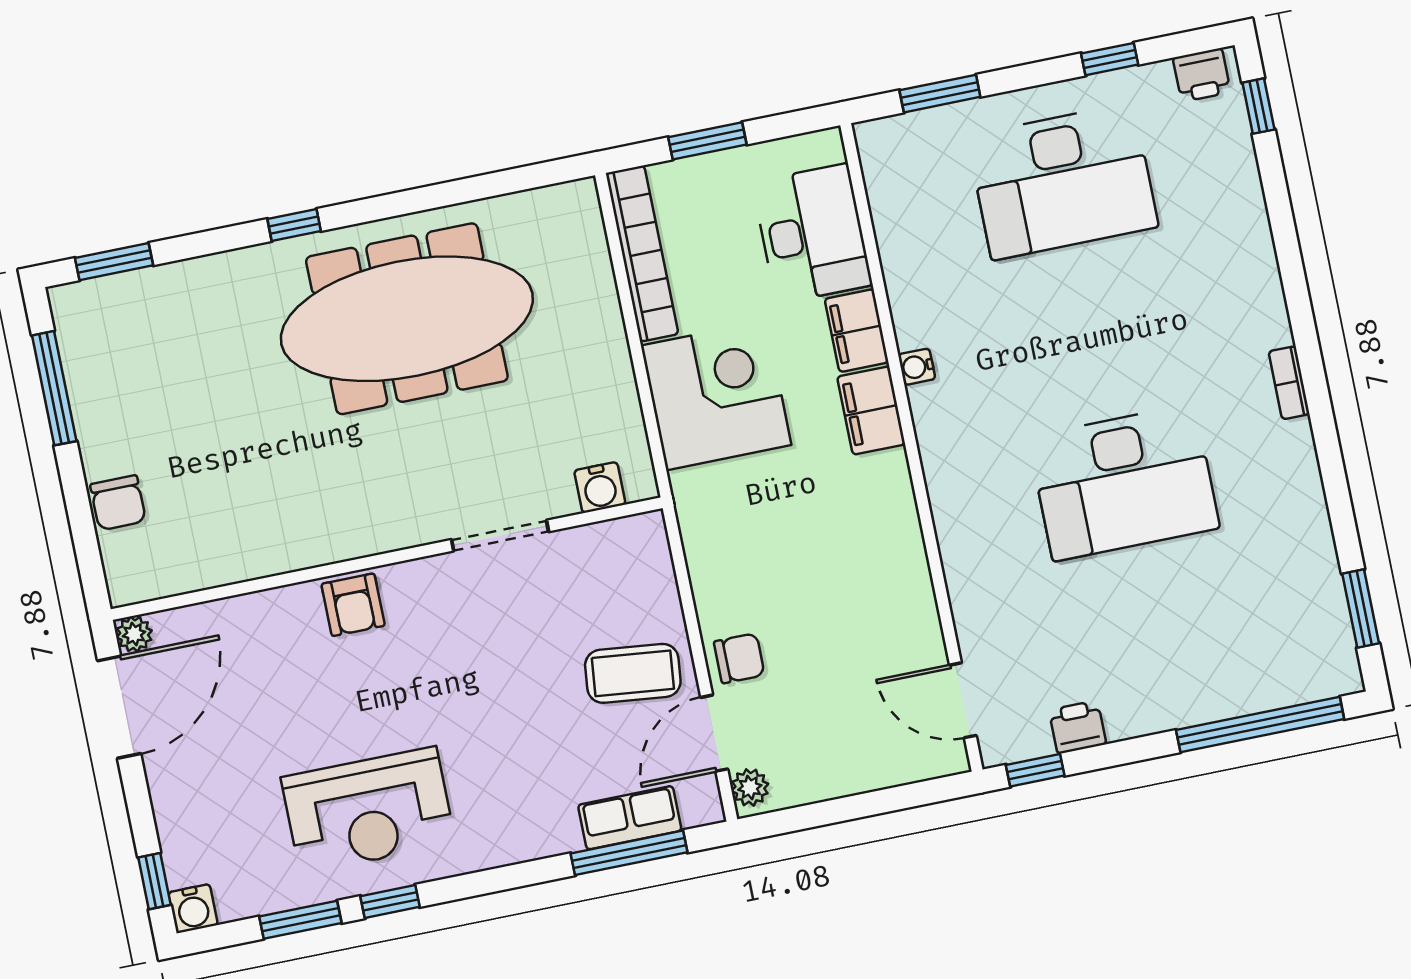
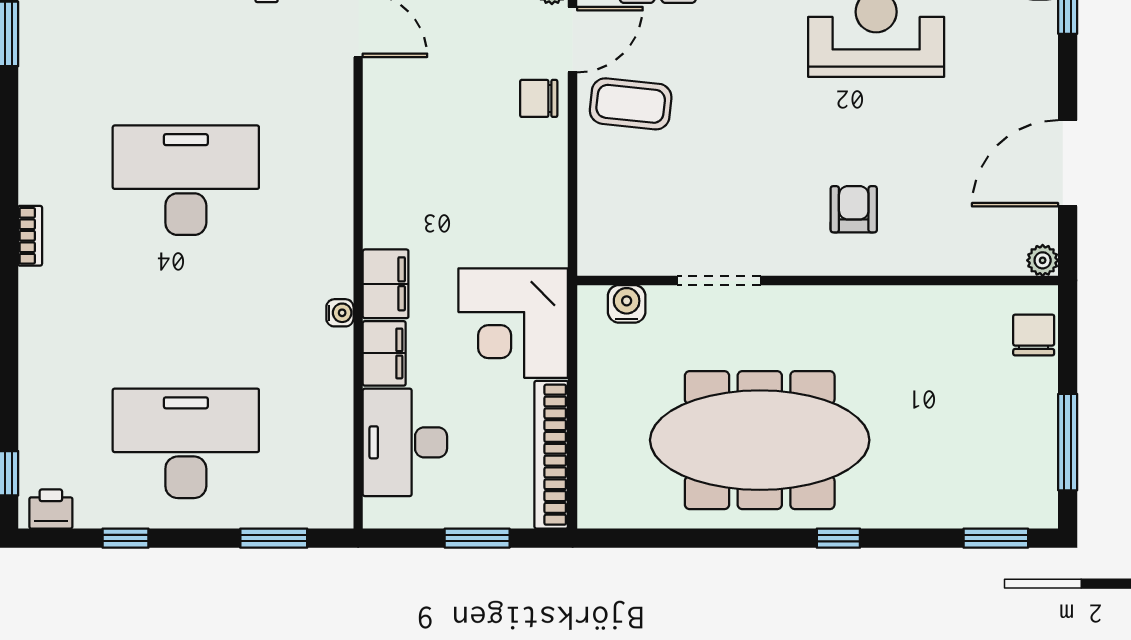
water cooler: (600, 487) -> (627, 304), moved
doorway: (500, 536) -> (719, 280), moved
wall: (387, 559) -> (818, 280), moved
plant: (134, 634) -> (1043, 260), moved

